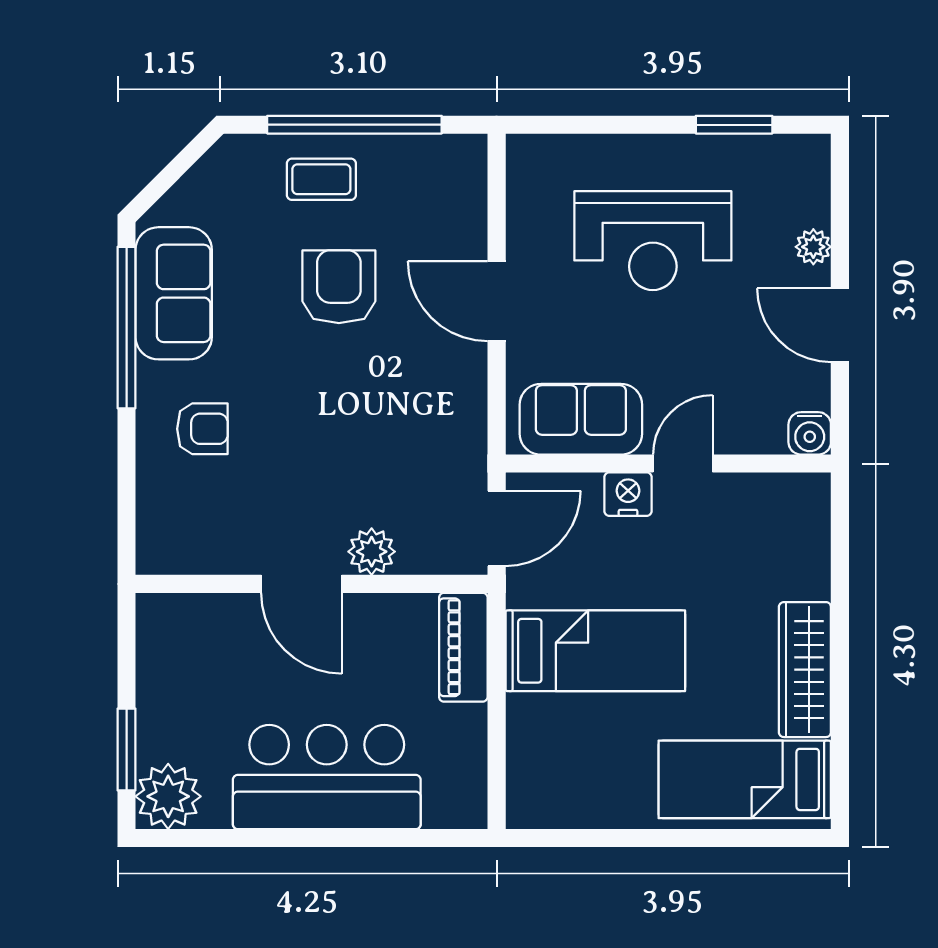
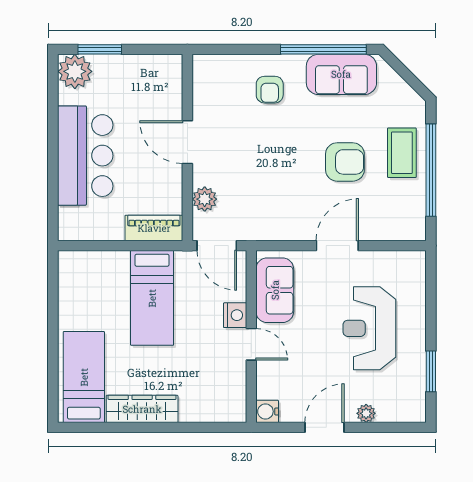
coffee table: (321, 179) -> (402, 153), width x1.36, depth x1.30
plant: (372, 552) -> (205, 199), moved
door: (301, 584) -> (187, 142), hinge flipped

